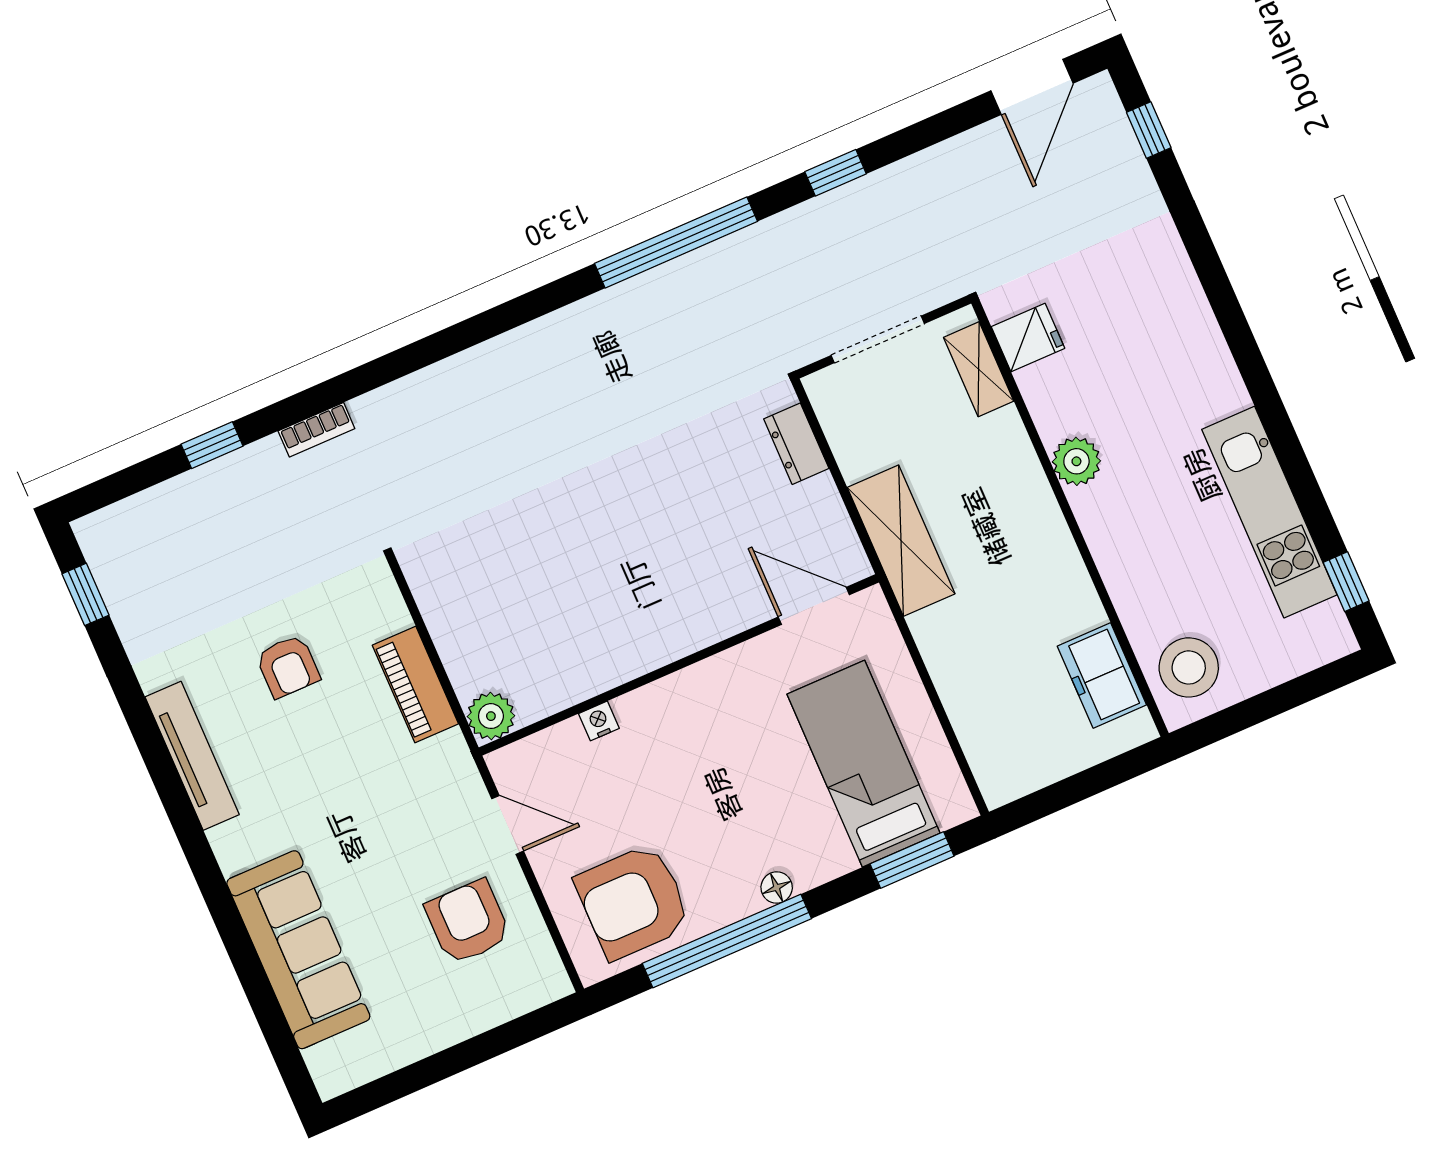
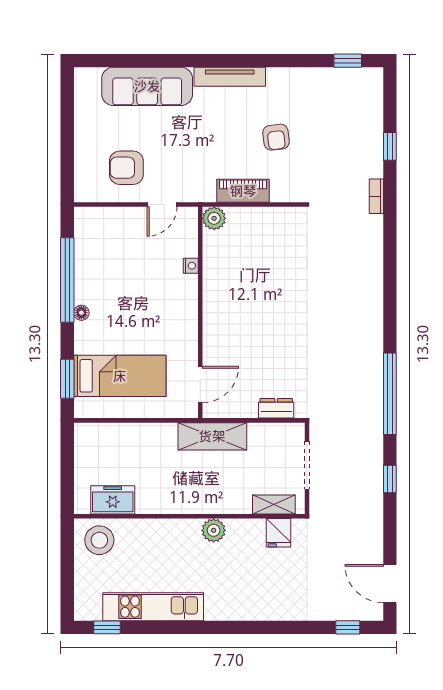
armchair: (288, 666) -> (276, 137), turned -97
tv unit: (192, 756) -> (230, 77), moved
armchair: (633, 902) -> (103, 246), removed
armchair: (468, 922) -> (126, 168), turned 180

